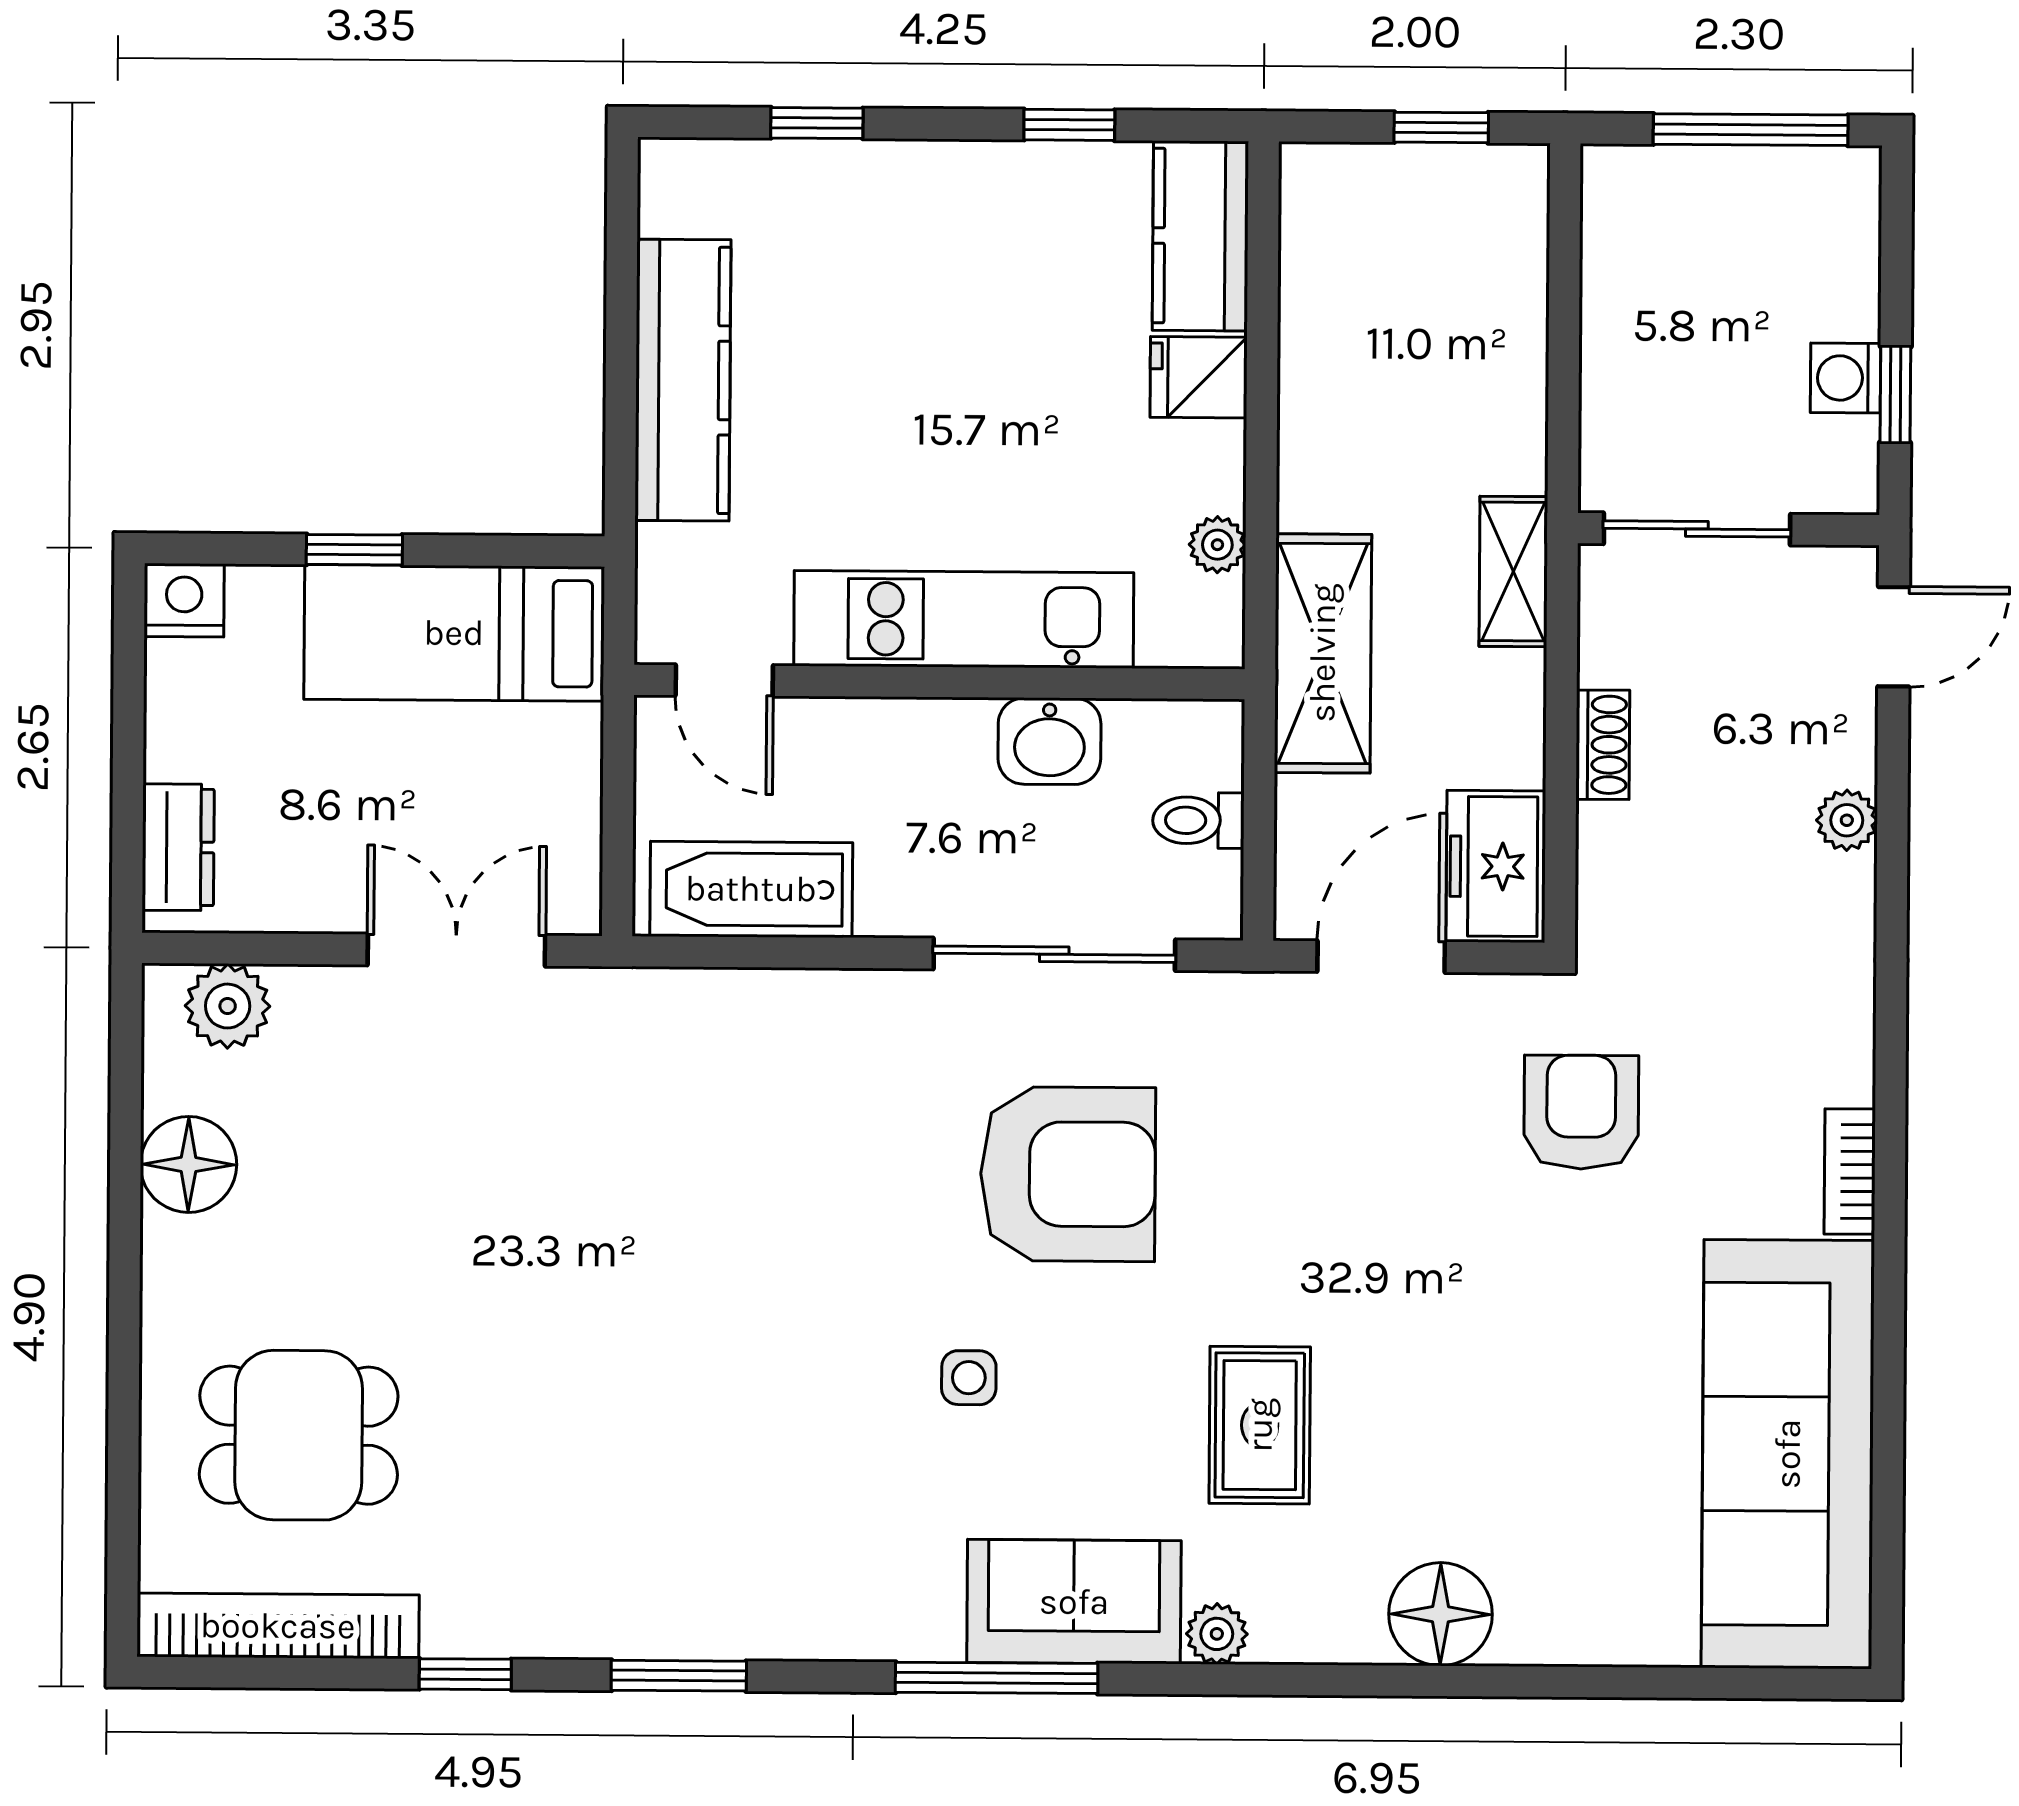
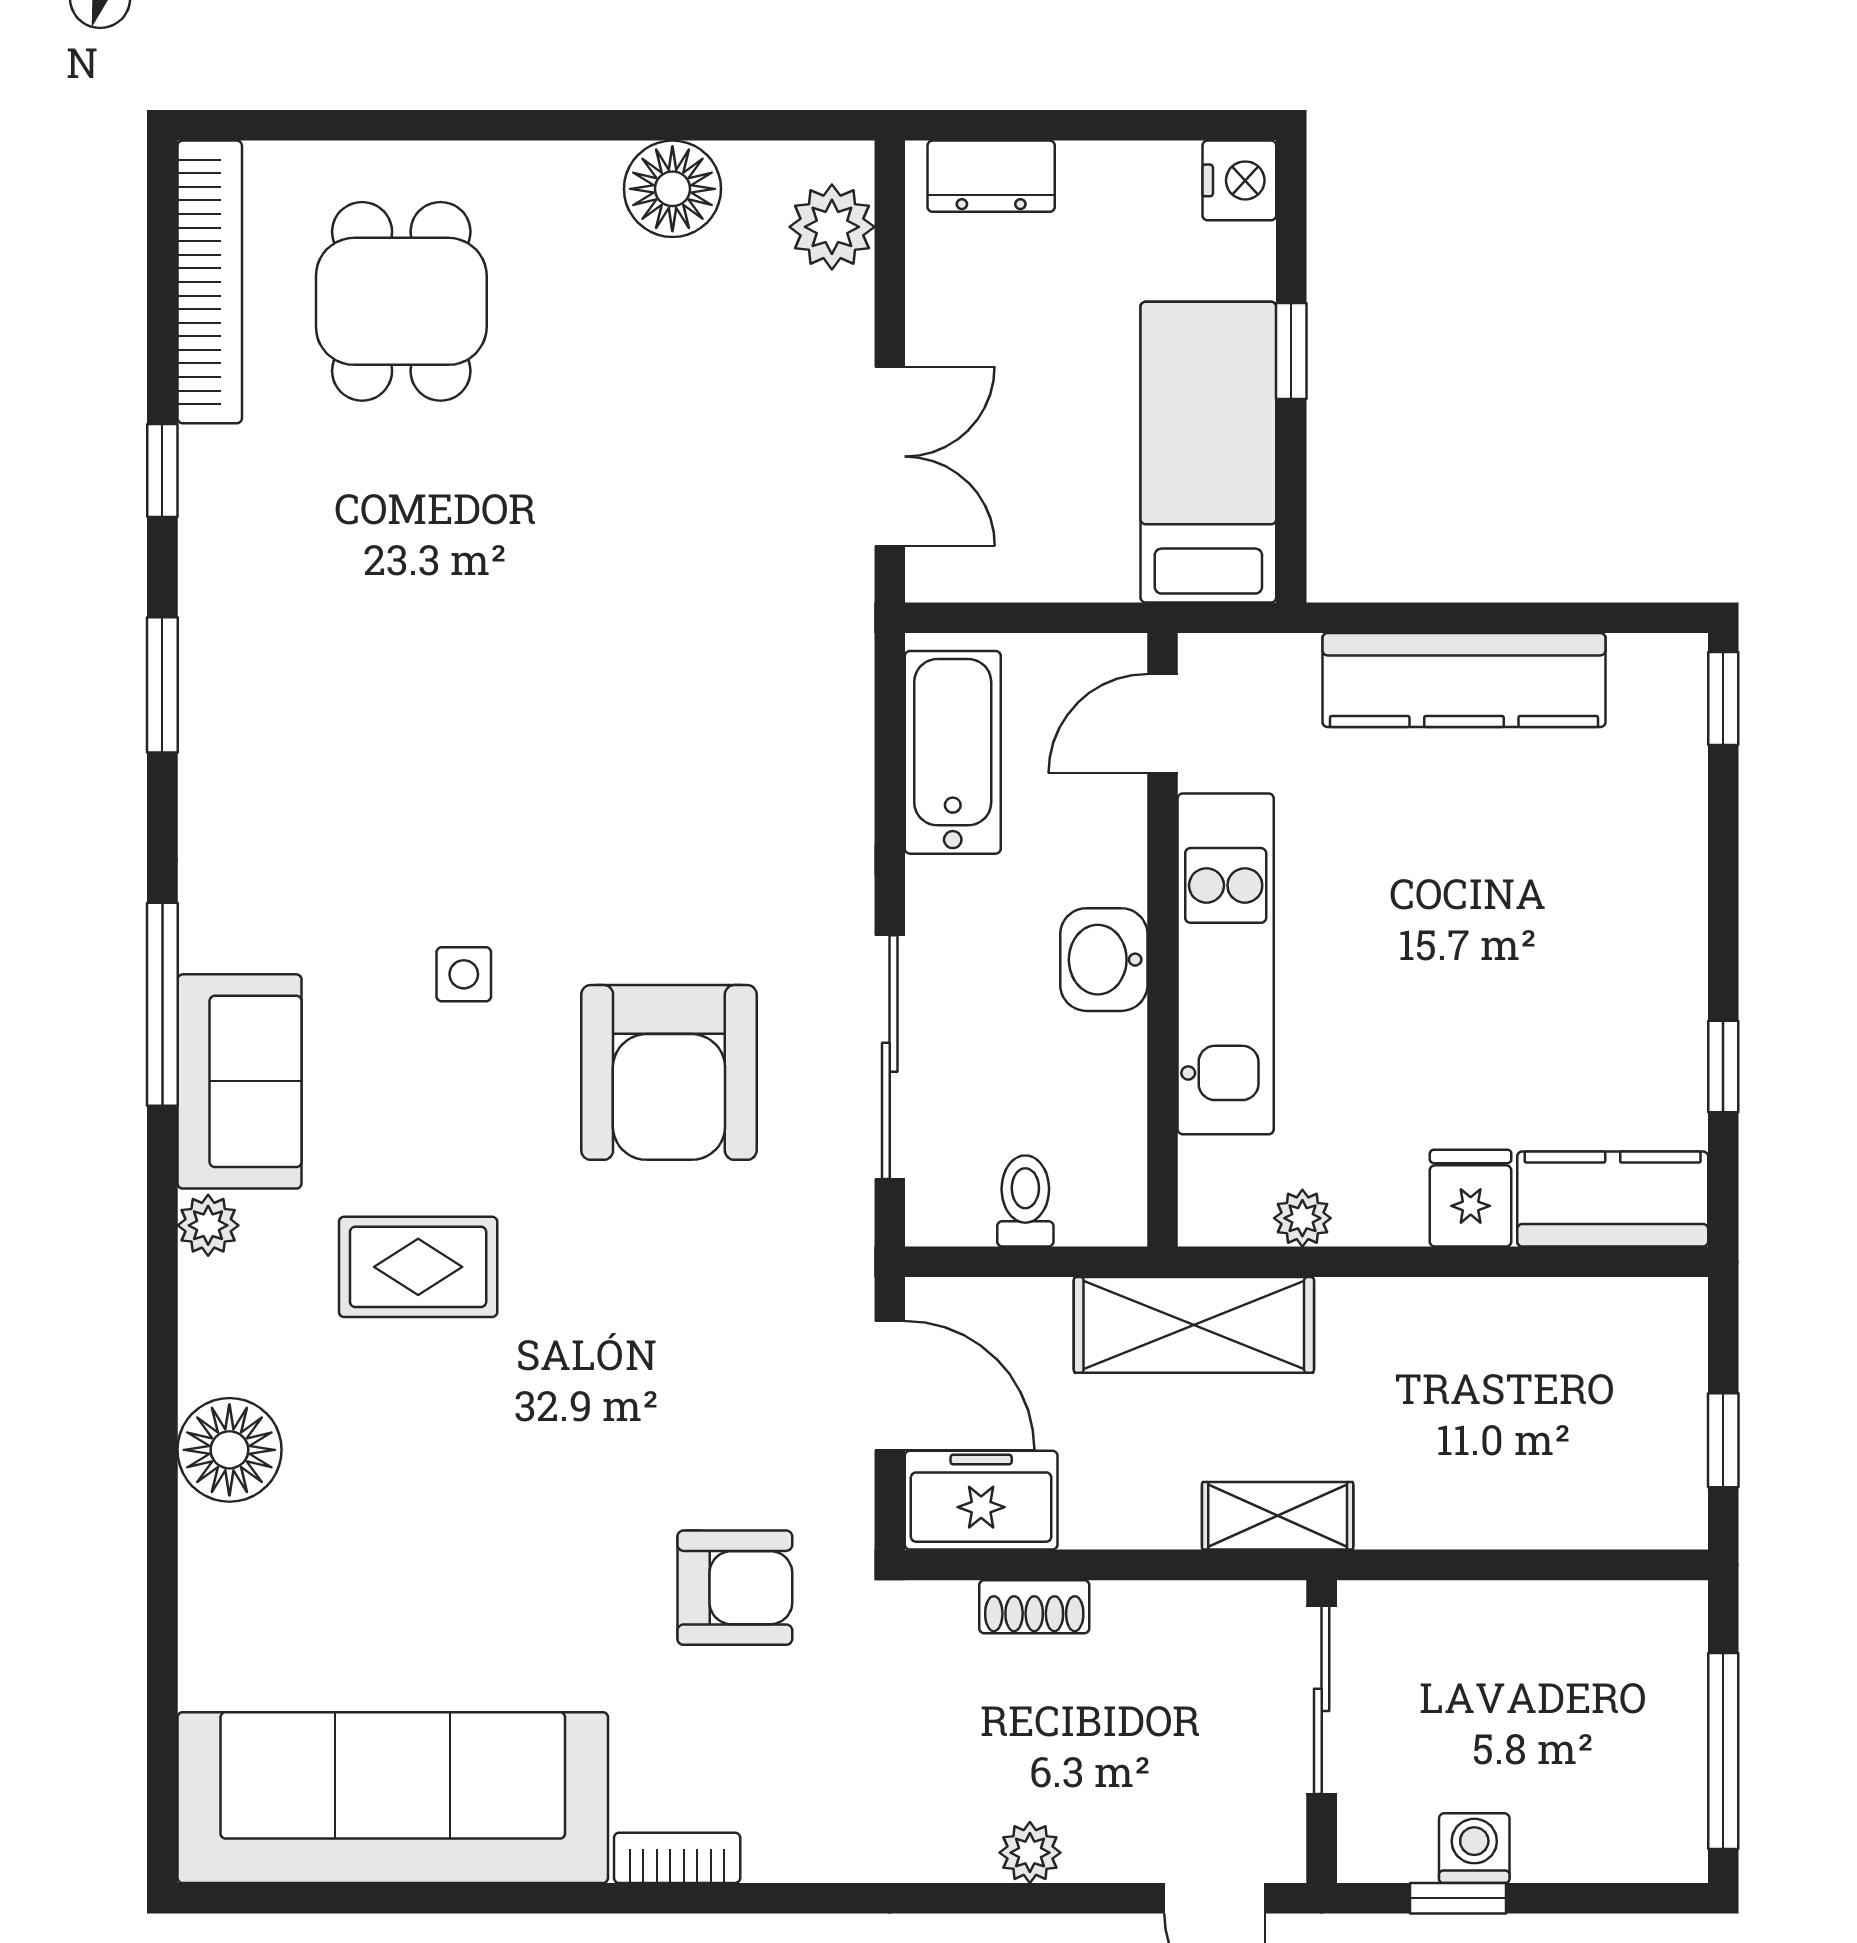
window: (817, 123) -> (1723, 699), moved
washbasin: (1049, 741) -> (1104, 960), moved
shoe rack: (1603, 745) -> (1034, 1607), moved

